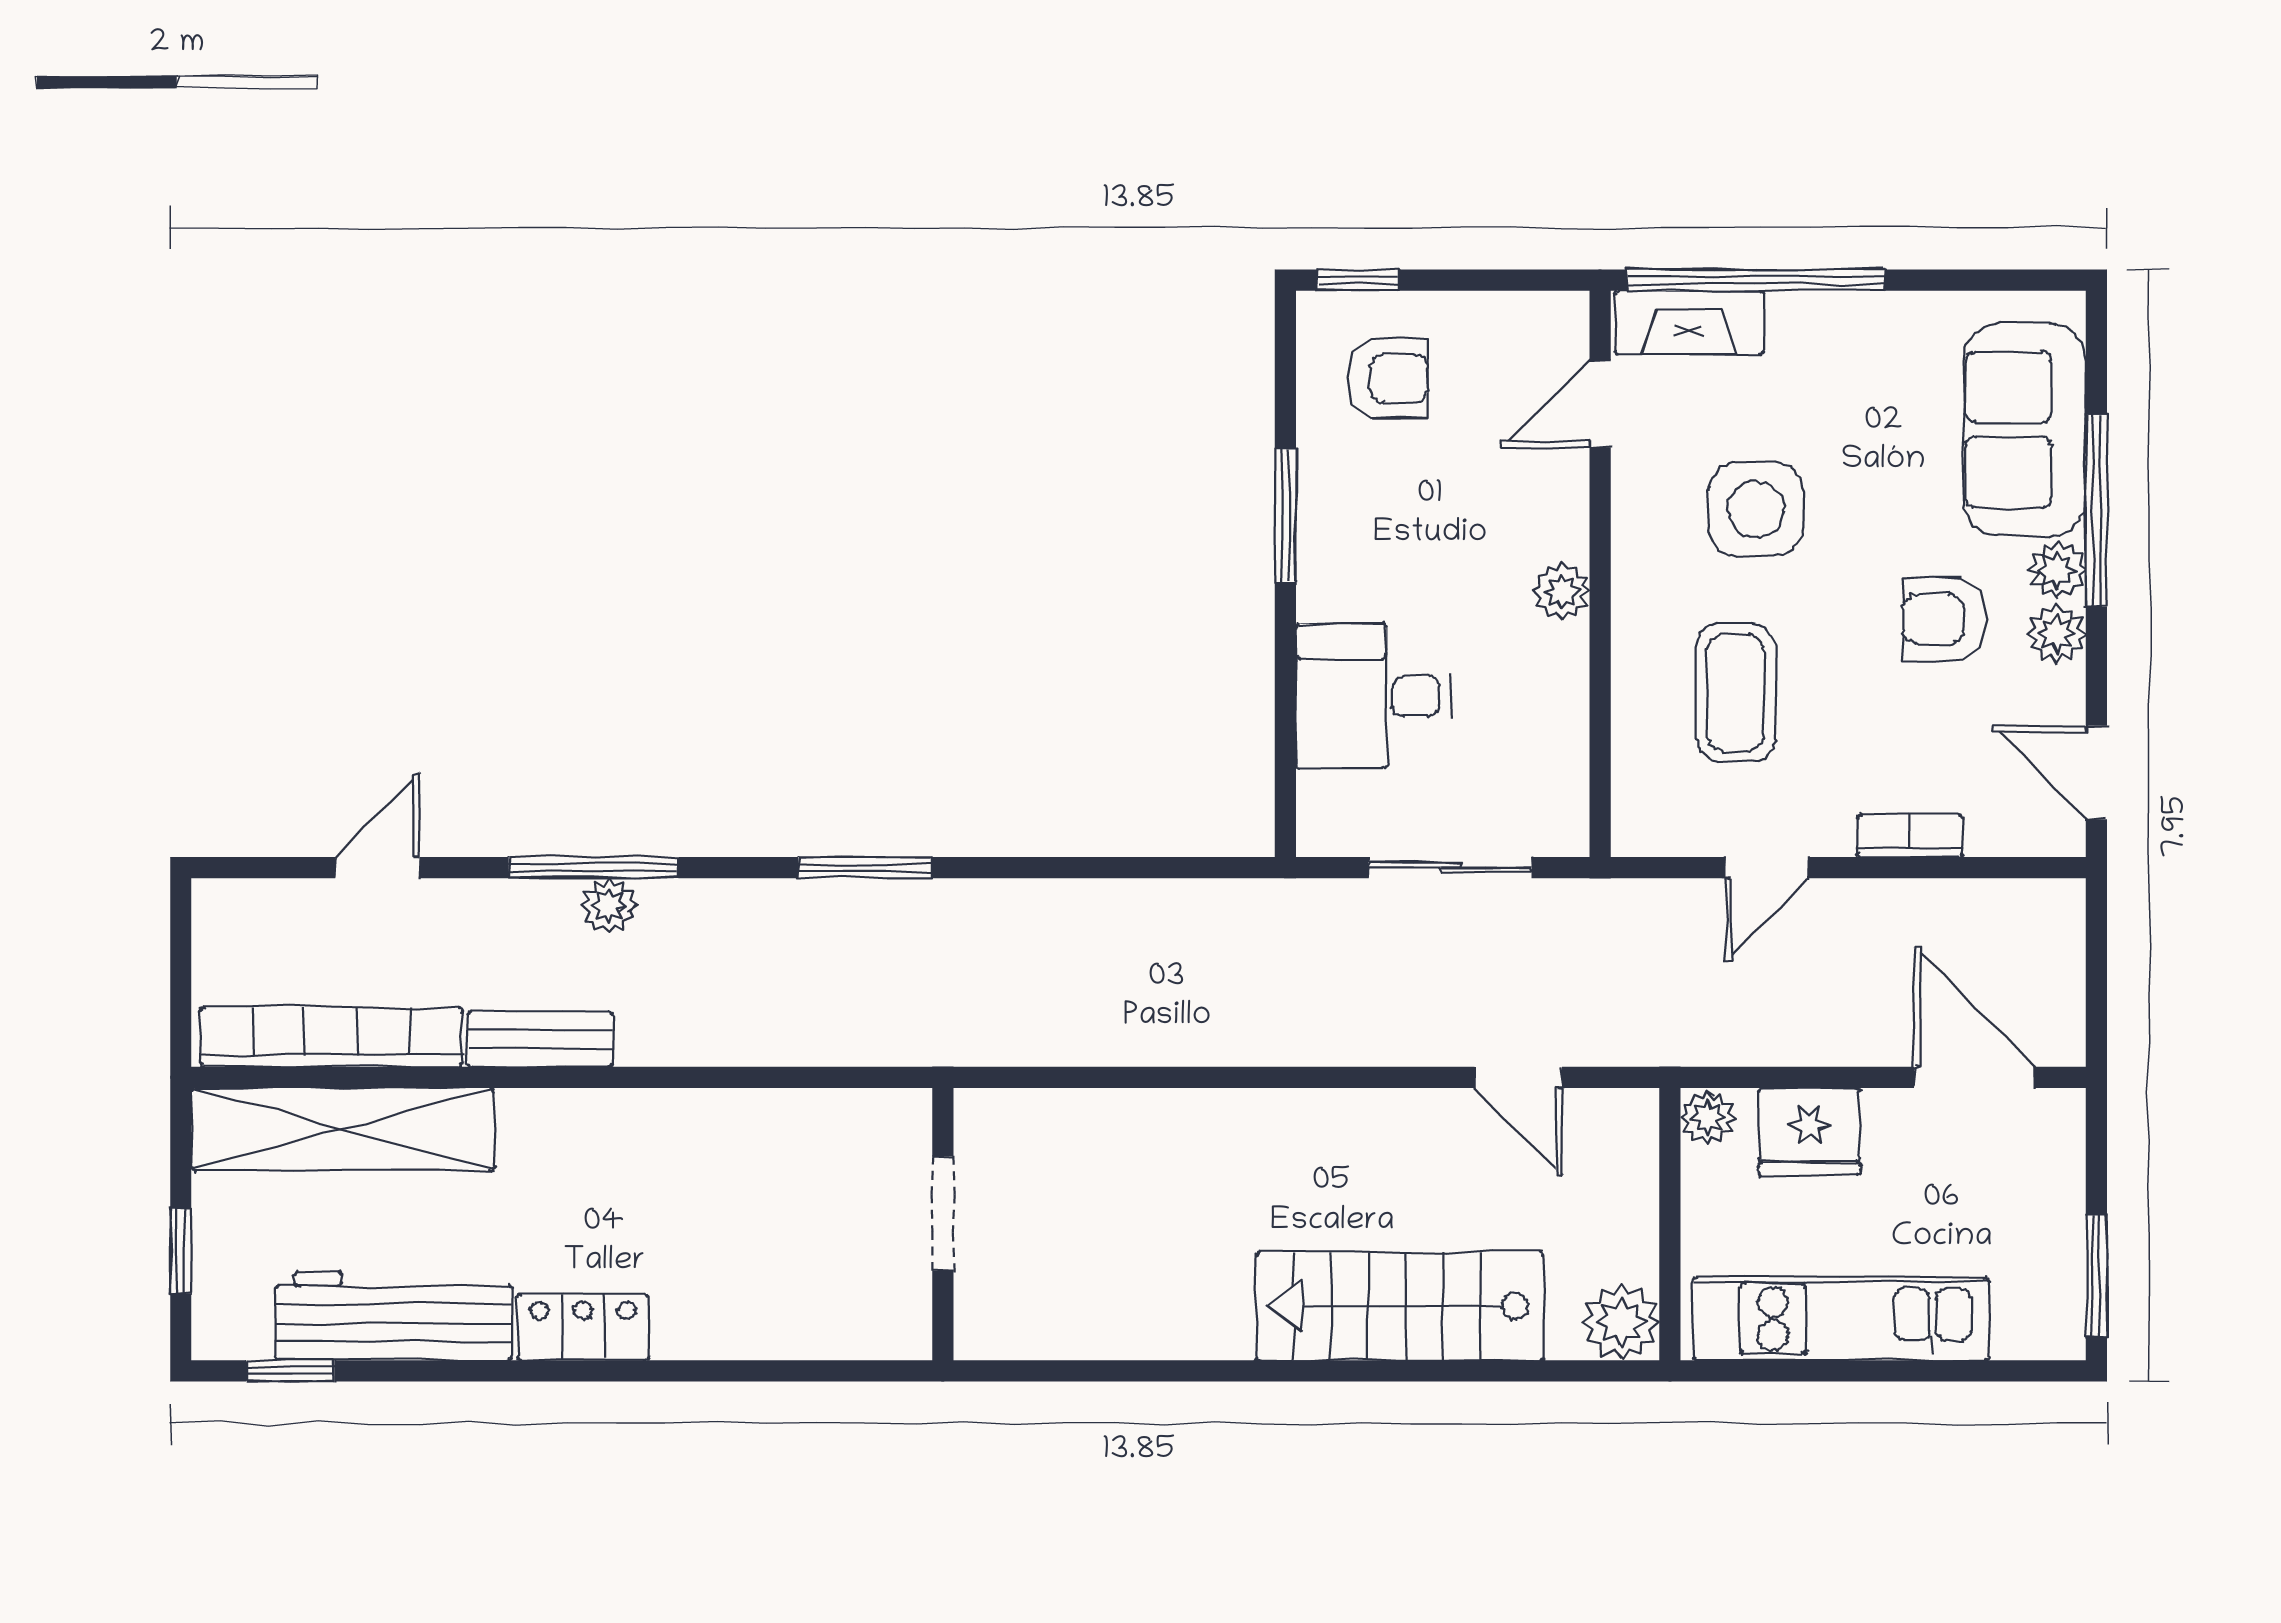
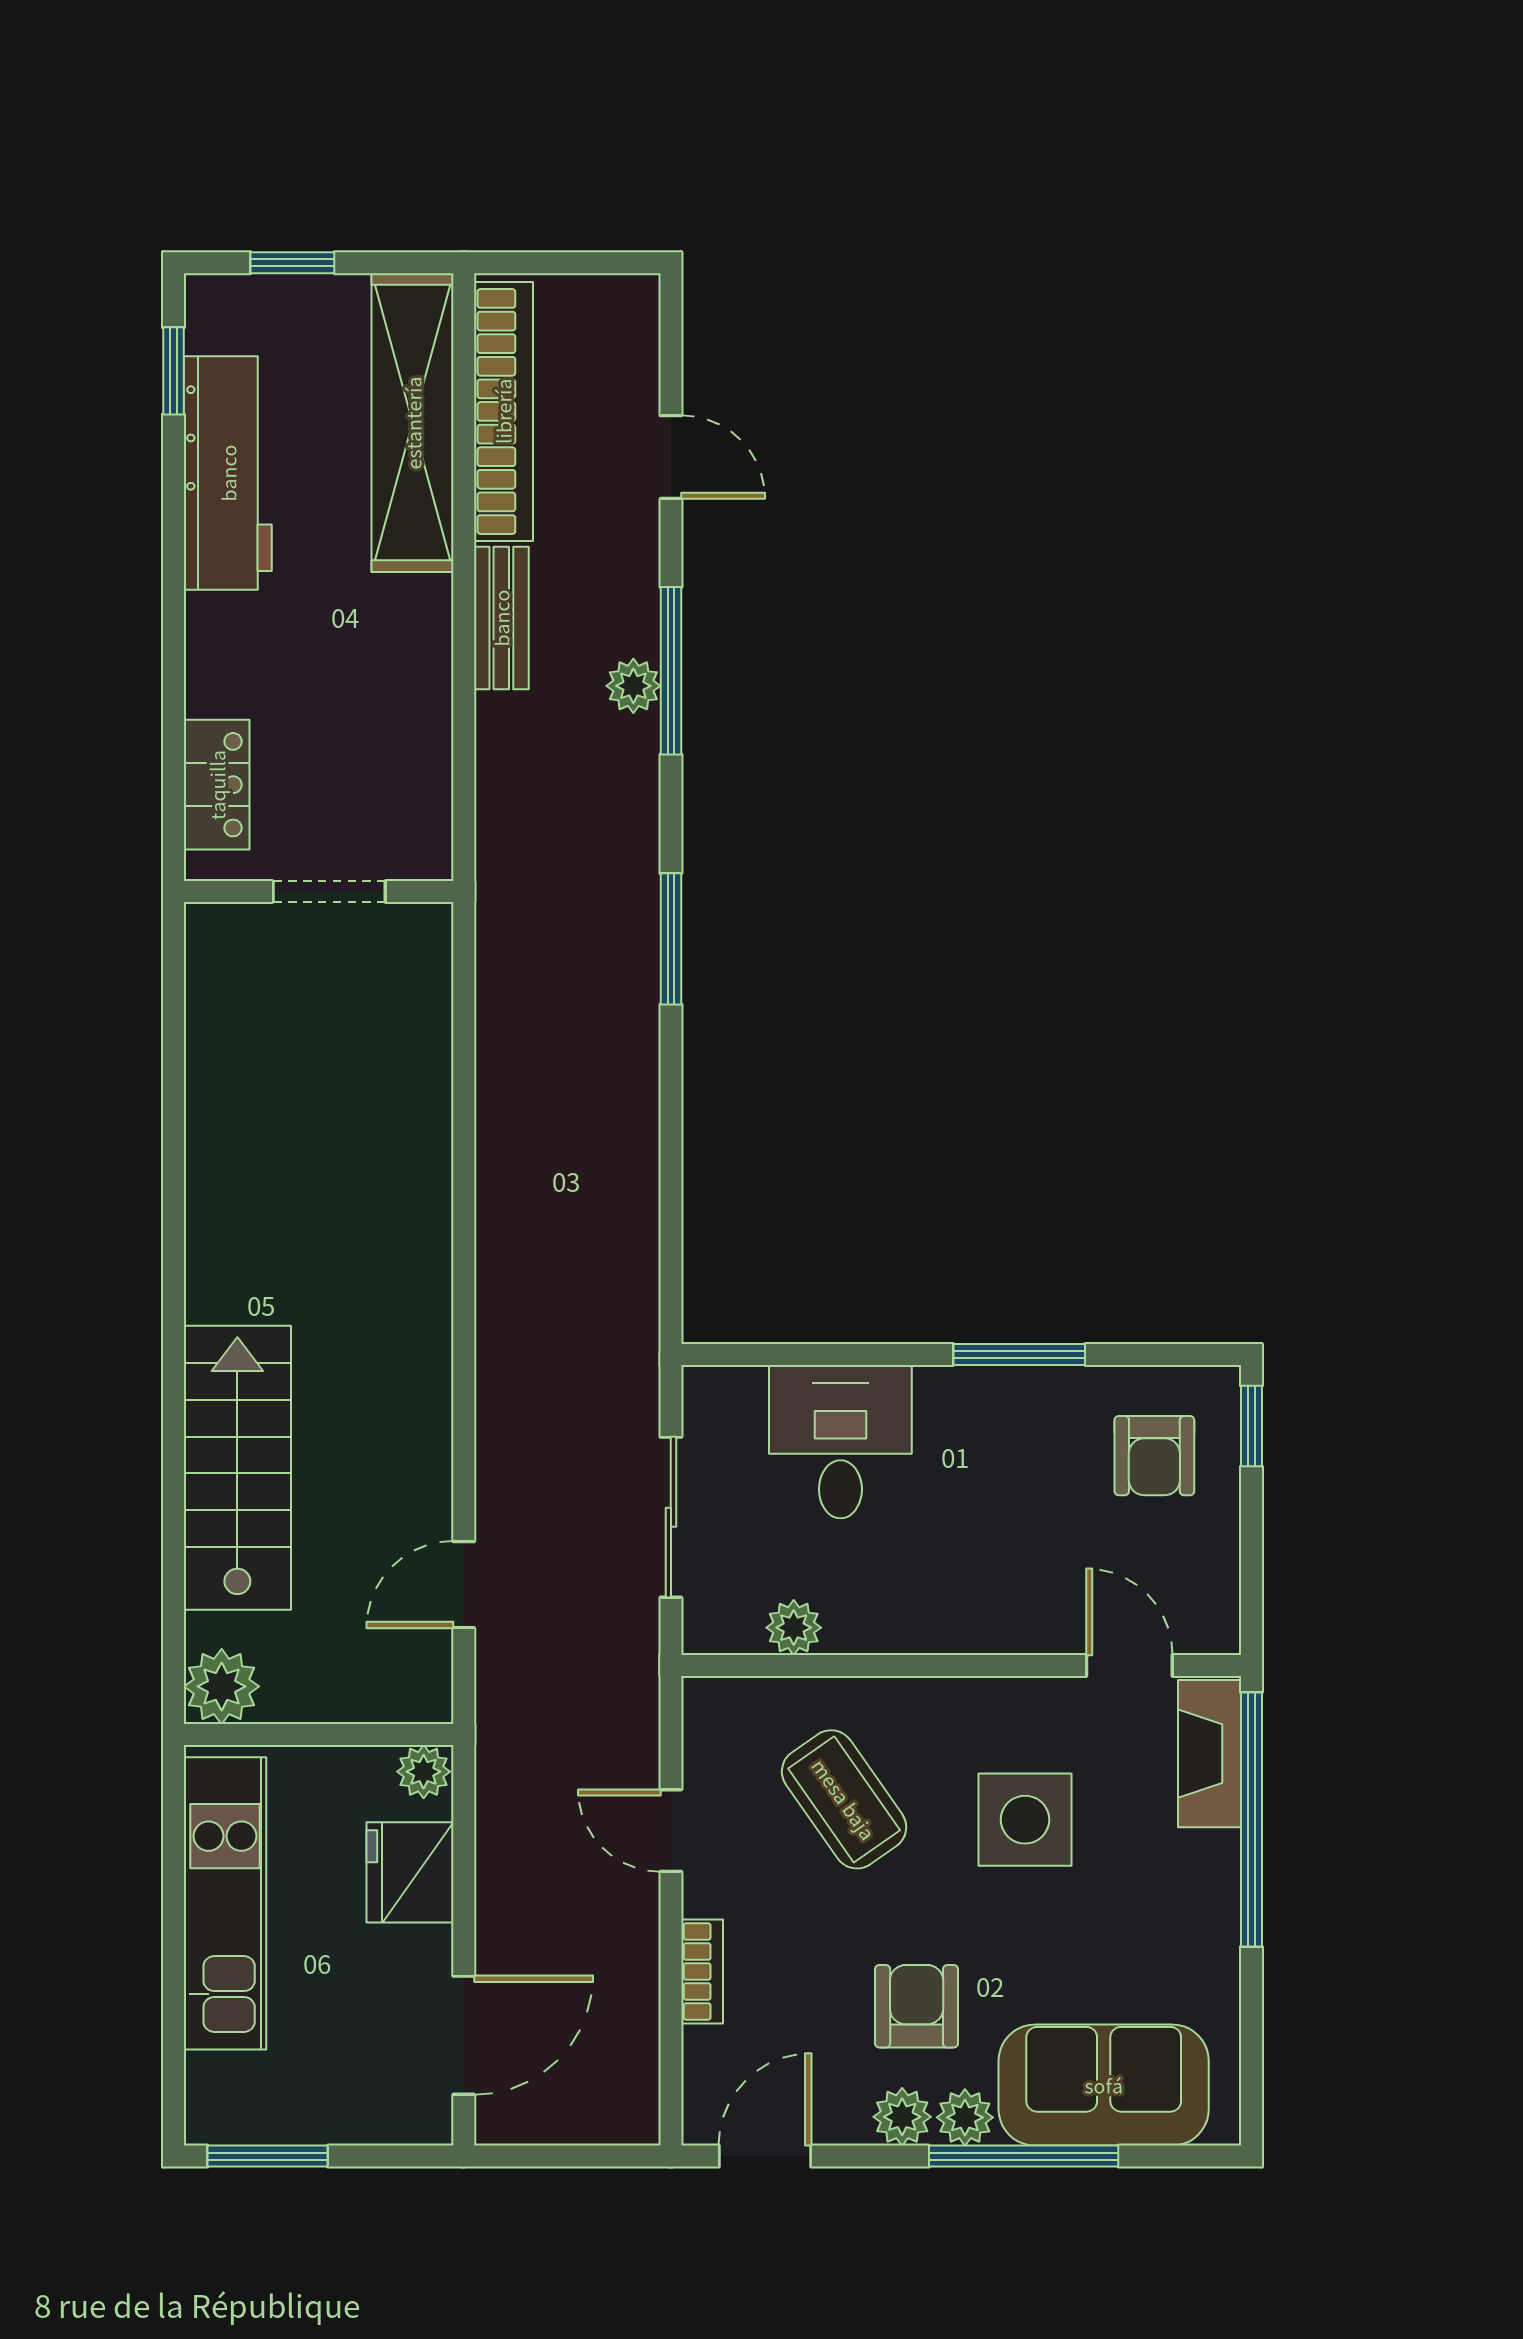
plant: (1562, 592) -> (794, 1628), moved
coffee table: (1736, 692) -> (844, 1799), turned 55
doorway: (943, 1213) -> (329, 892), moved
wall: (943, 1224) -> (319, 892), moved
locker: (583, 1327) -> (217, 785), moved

